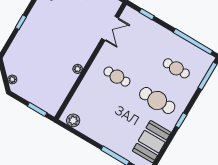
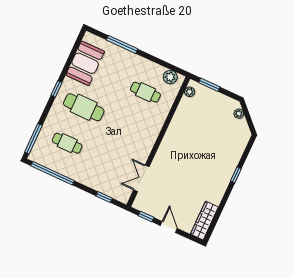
plant: (78, 69) -> (190, 92), moved
cafe table: (117, 77) -> (145, 92), moved

